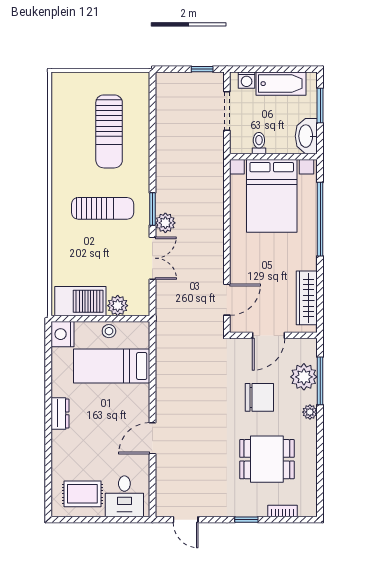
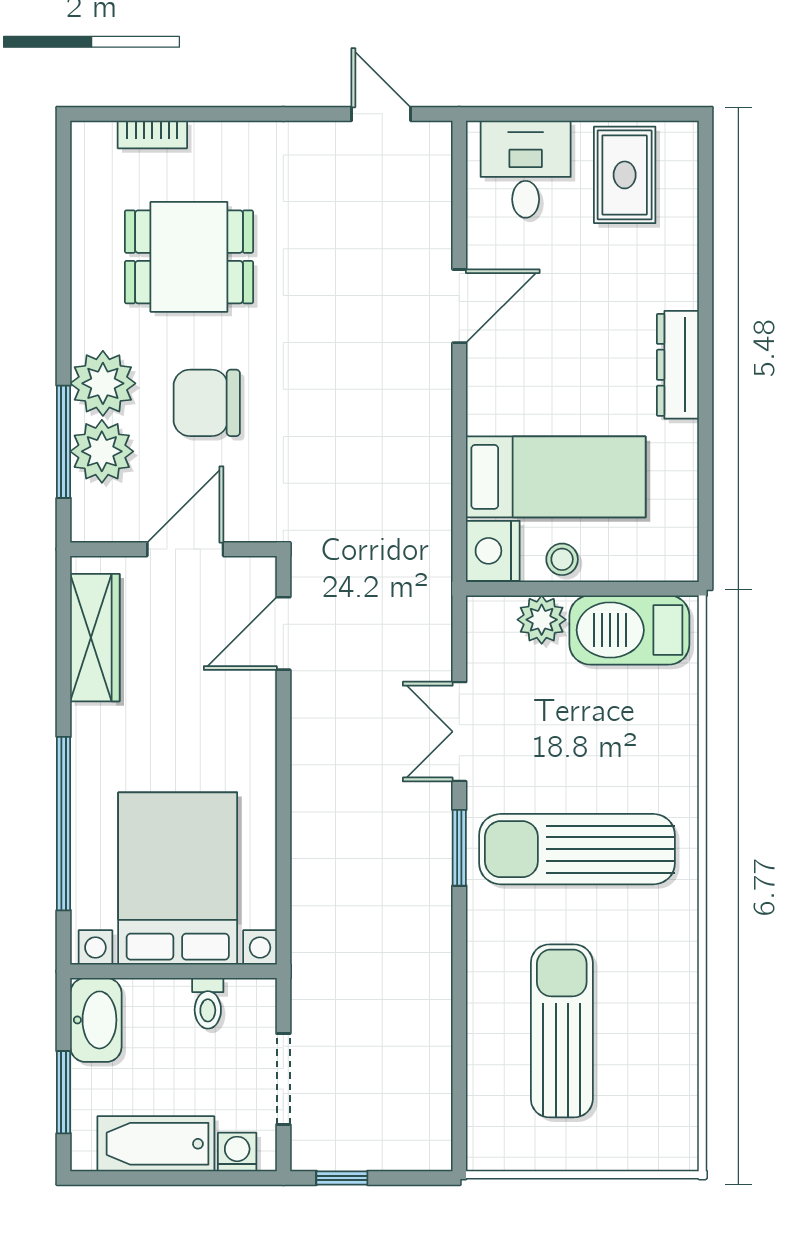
sun lounger: (103, 208) -> (577, 849), width x1.36, depth x1.34
plant: (165, 223) -> (429, 815), removed
nightstand: (62, 334) -> (493, 551), moved, turned 180
plant: (310, 412) -> (103, 383), width x1.88, depth x1.88
dresser: (60, 413) -> (678, 365), width x1.44
rug: (82, 494) -> (625, 175), turned 90
window: (246, 520) -> (237, 114), removed

